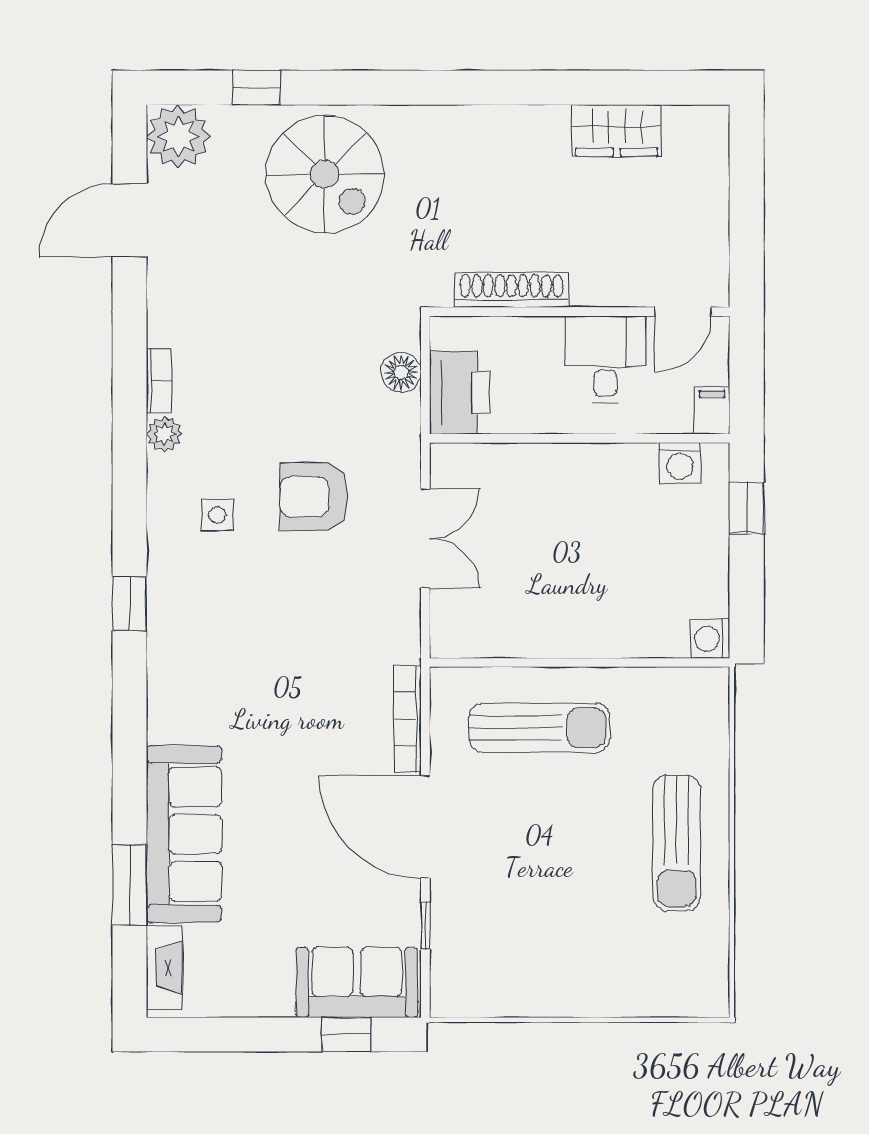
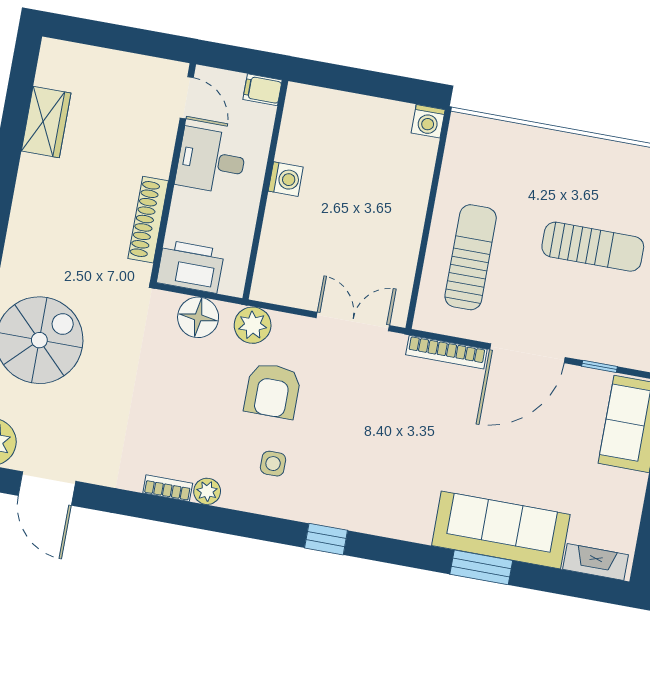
floor lamp: (401, 372) -> (198, 317), width x1.38, depth x1.38
printer: (459, 393) -> (190, 266), moved
plant: (396, 454) -> (253, 325), added
washing machine: (680, 463) -> (286, 179), moved
window: (747, 508) -> (338, 77), removed
double door: (425, 538) -> (353, 322), moved
sun lounger: (677, 843) -> (593, 247), moved
window: (130, 885) -> (481, 567), moved

